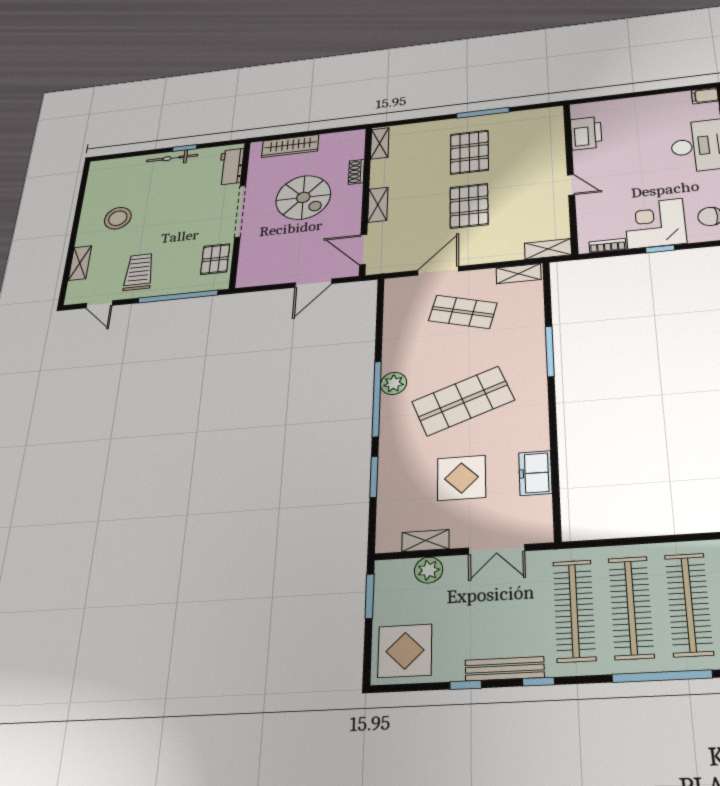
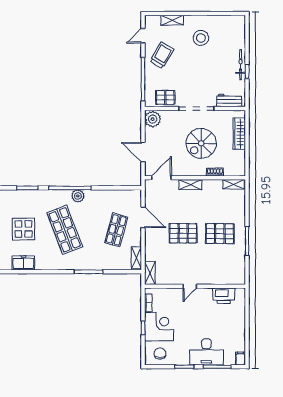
trolley: (139, 272) -> (162, 55), turned -59
plant: (253, 274) -> (153, 119), added

